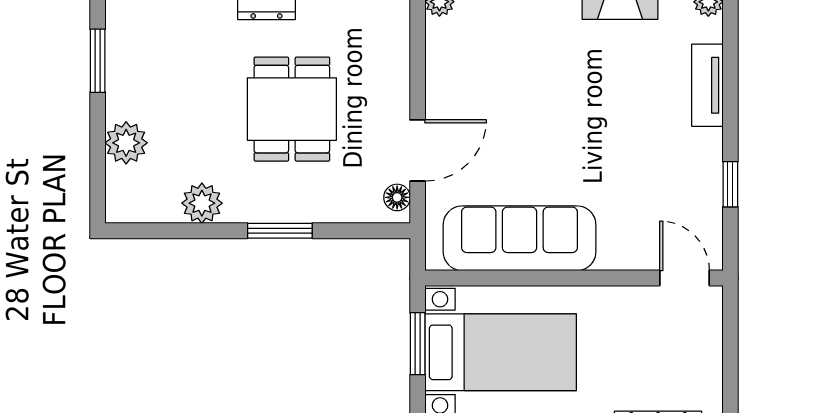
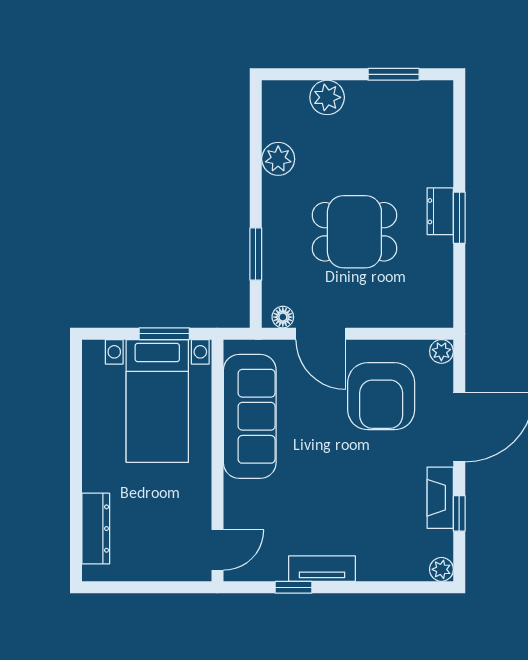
armchair: (495, 76) -> (381, 396), added
tv unit: (707, 85) -> (322, 569), moved
window: (280, 231) -> (256, 254), moved

